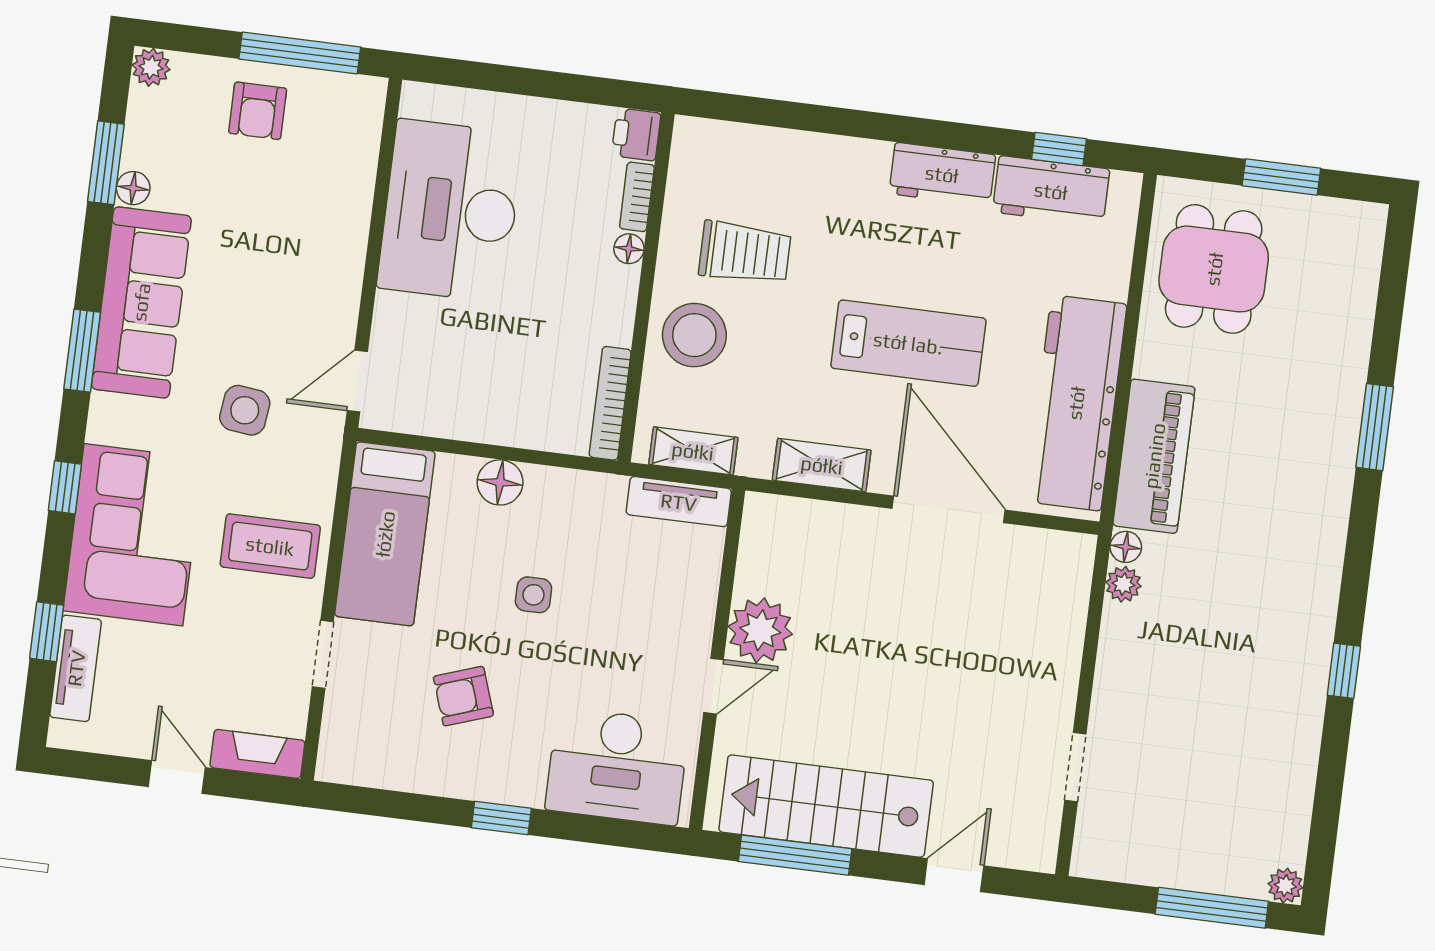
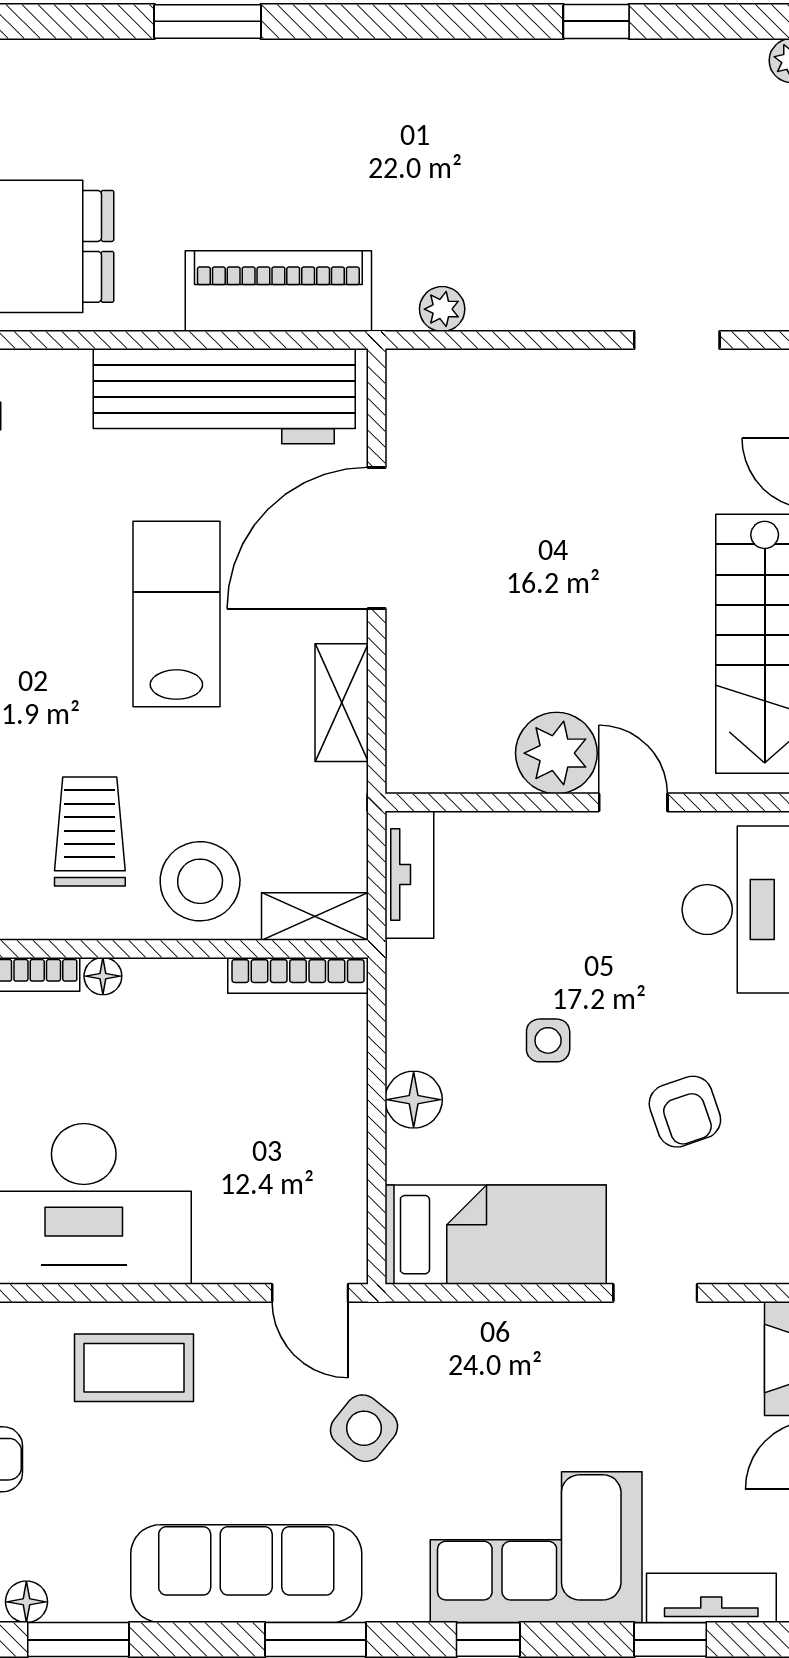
floor lamp: (133, 188) -> (26, 1602), moved
side table: (245, 410) -> (364, 1428), turned 32
shelving: (693, 451) -> (315, 917), moved, turned 90
coffee table: (270, 546) -> (134, 1368), moved, turned 90
floor lamp: (1126, 547) -> (395, 312), removed
window: (1344, 671) -> (596, 21), moved

